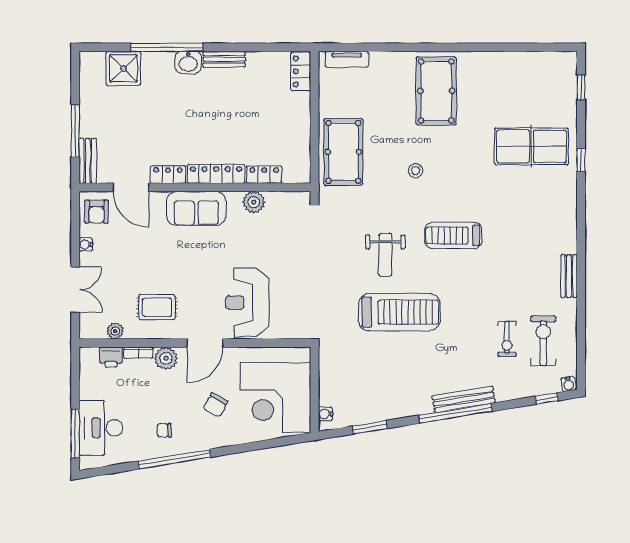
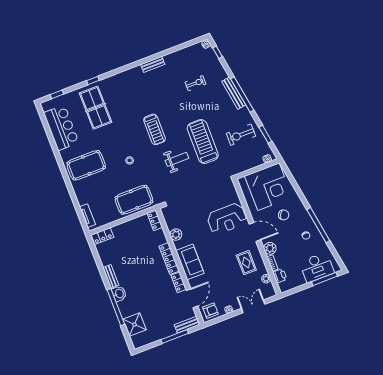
bar counter: (519, 73) -> (61, 128), added
locker: (264, 175) -> (155, 220), moved
exercise bike: (543, 341) -> (241, 135), moved

